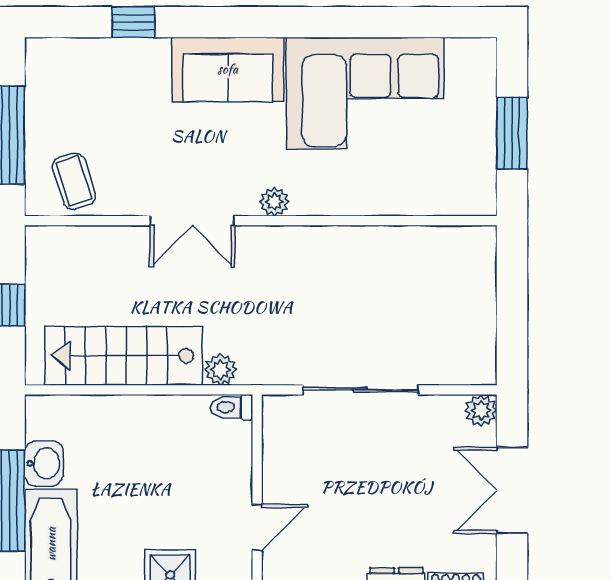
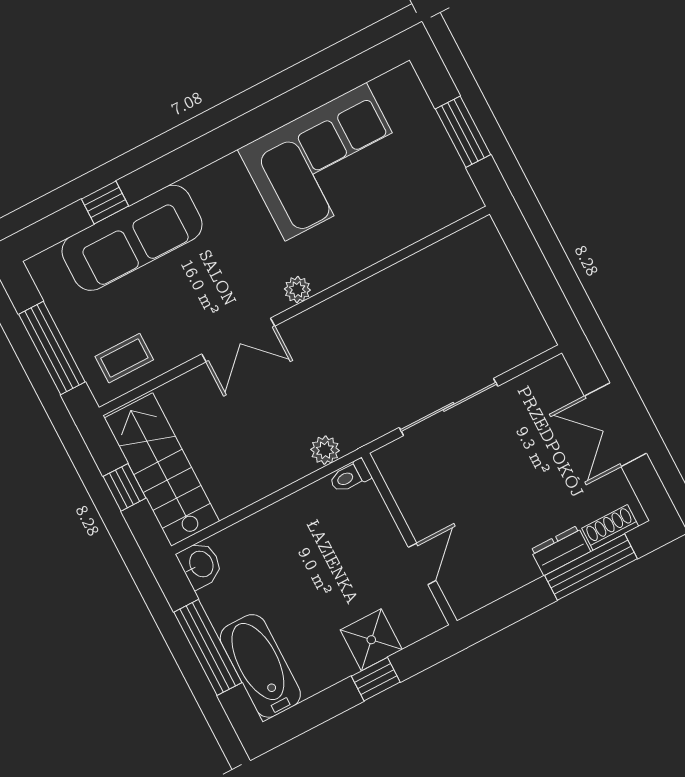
sofa: (228, 69) -> (132, 238), moved, width x1.36
coffee table: (74, 181) -> (124, 358), turned -72
stairs: (123, 356) -> (162, 470), moved, turned 90
plant: (481, 410) -> (556, 372), removed
washbasin: (44, 463) -> (200, 564), moved

